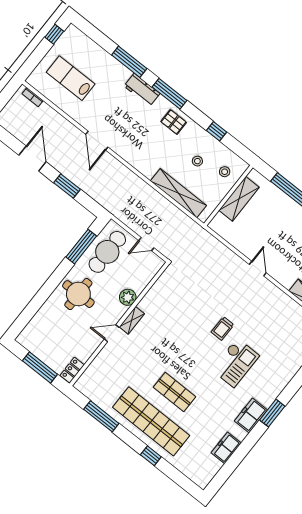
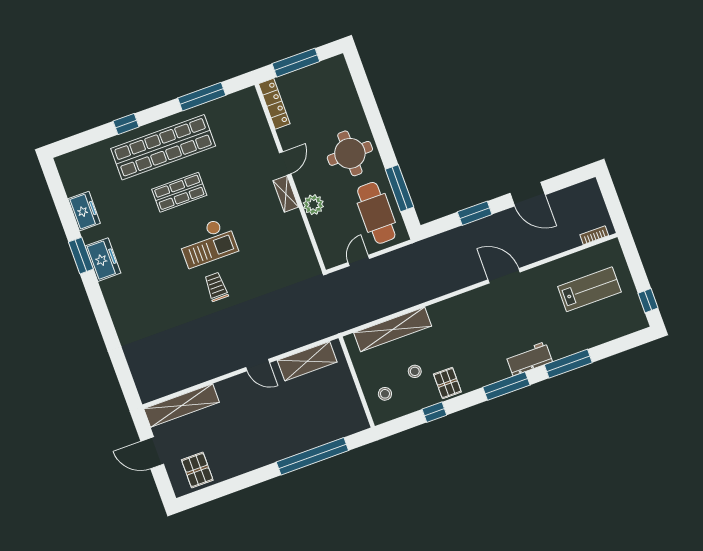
pallet: (174, 122) -> (447, 383), moved, turned 90
shelving: (239, 199) -> (307, 361), moved, turned 90
checkout: (235, 363) -> (207, 242), moved, turned -90
locker: (72, 370) -> (274, 104), width x1.53
window: (272, 413) -> (81, 256), moved

